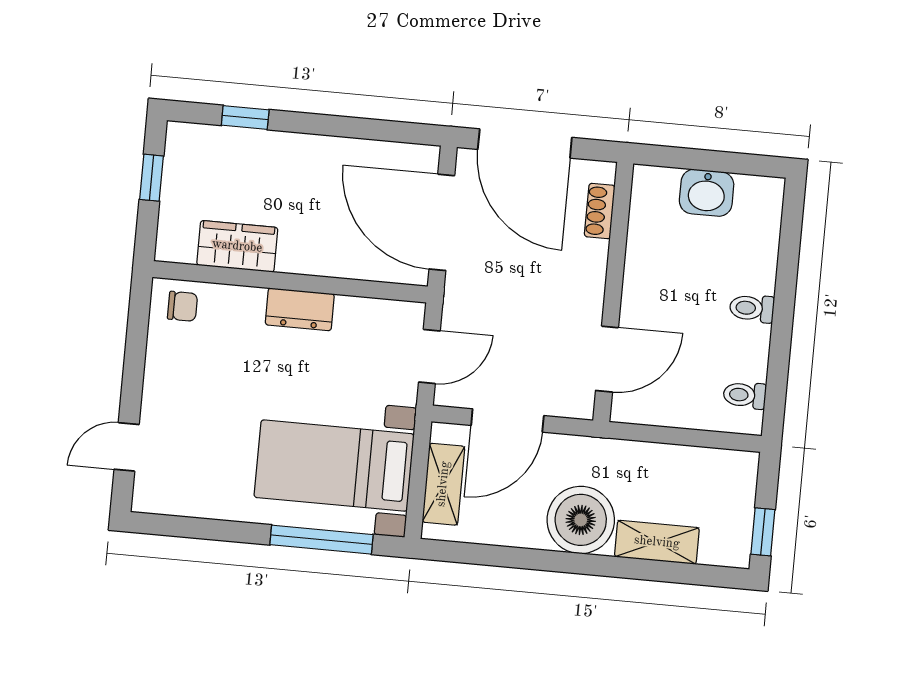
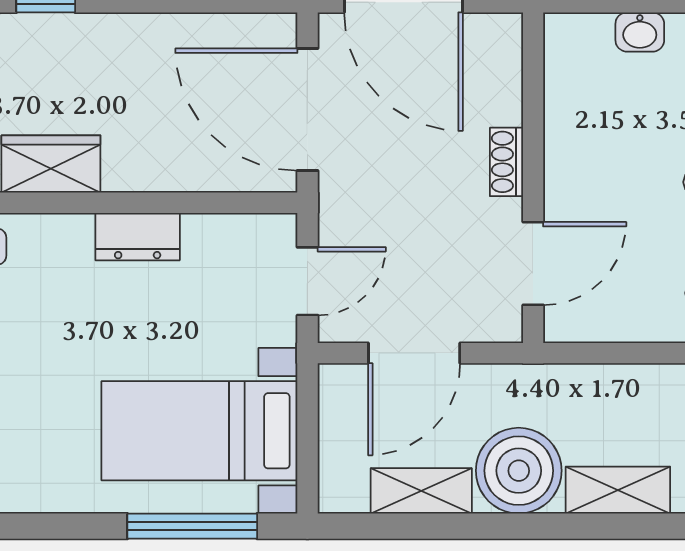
washbasin: (707, 193) -> (640, 32), width x0.72, depth x0.69
shoe rack: (600, 211) -> (506, 162), moved
shelving: (443, 484) -> (421, 491), moved, turned 90

